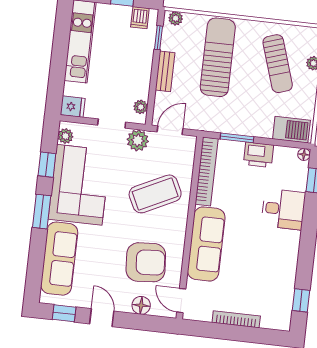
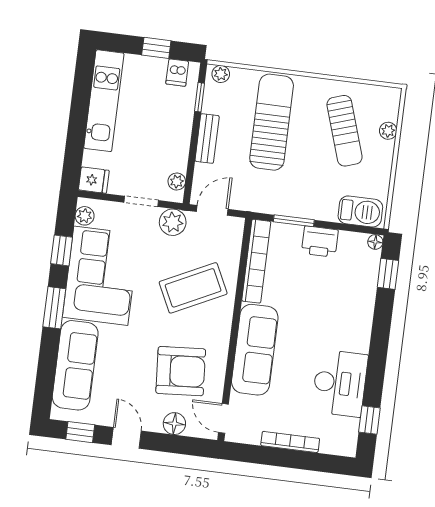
desk: (283, 209) -> (340, 383), moved, width x1.37

